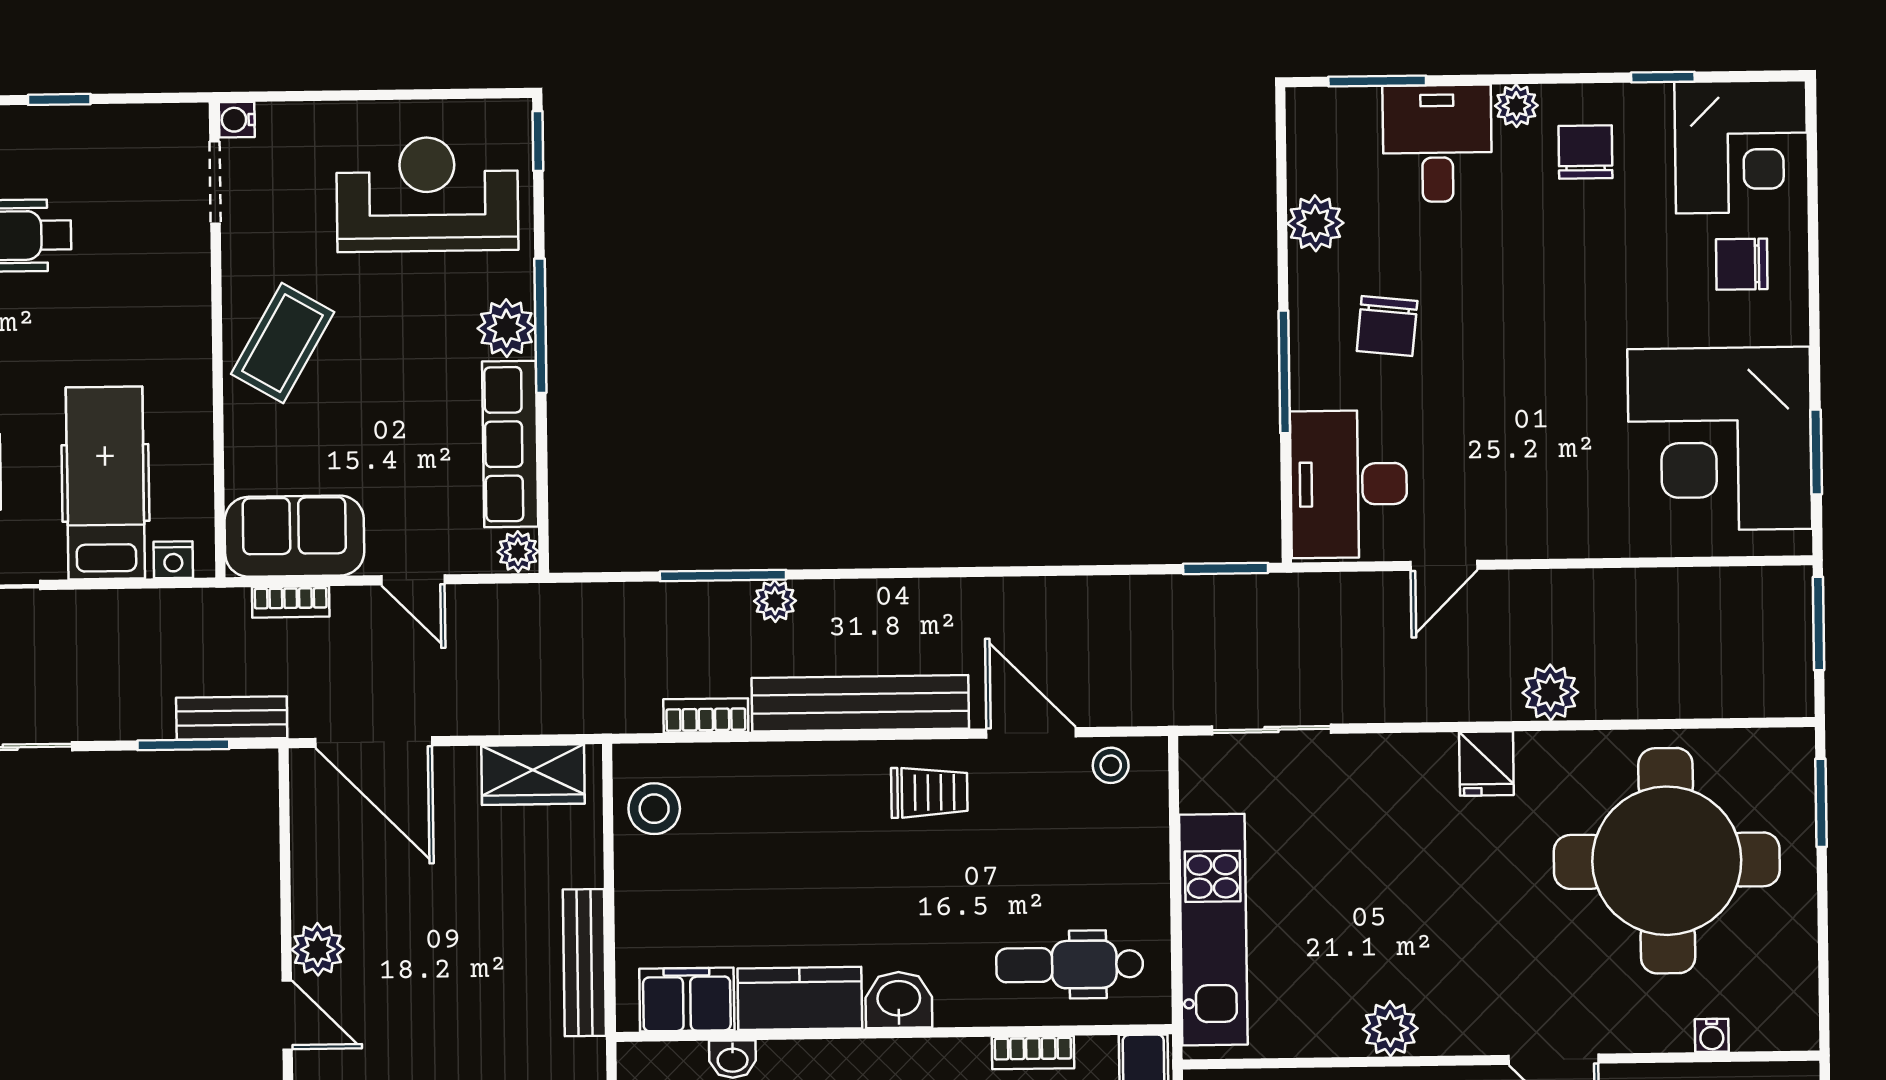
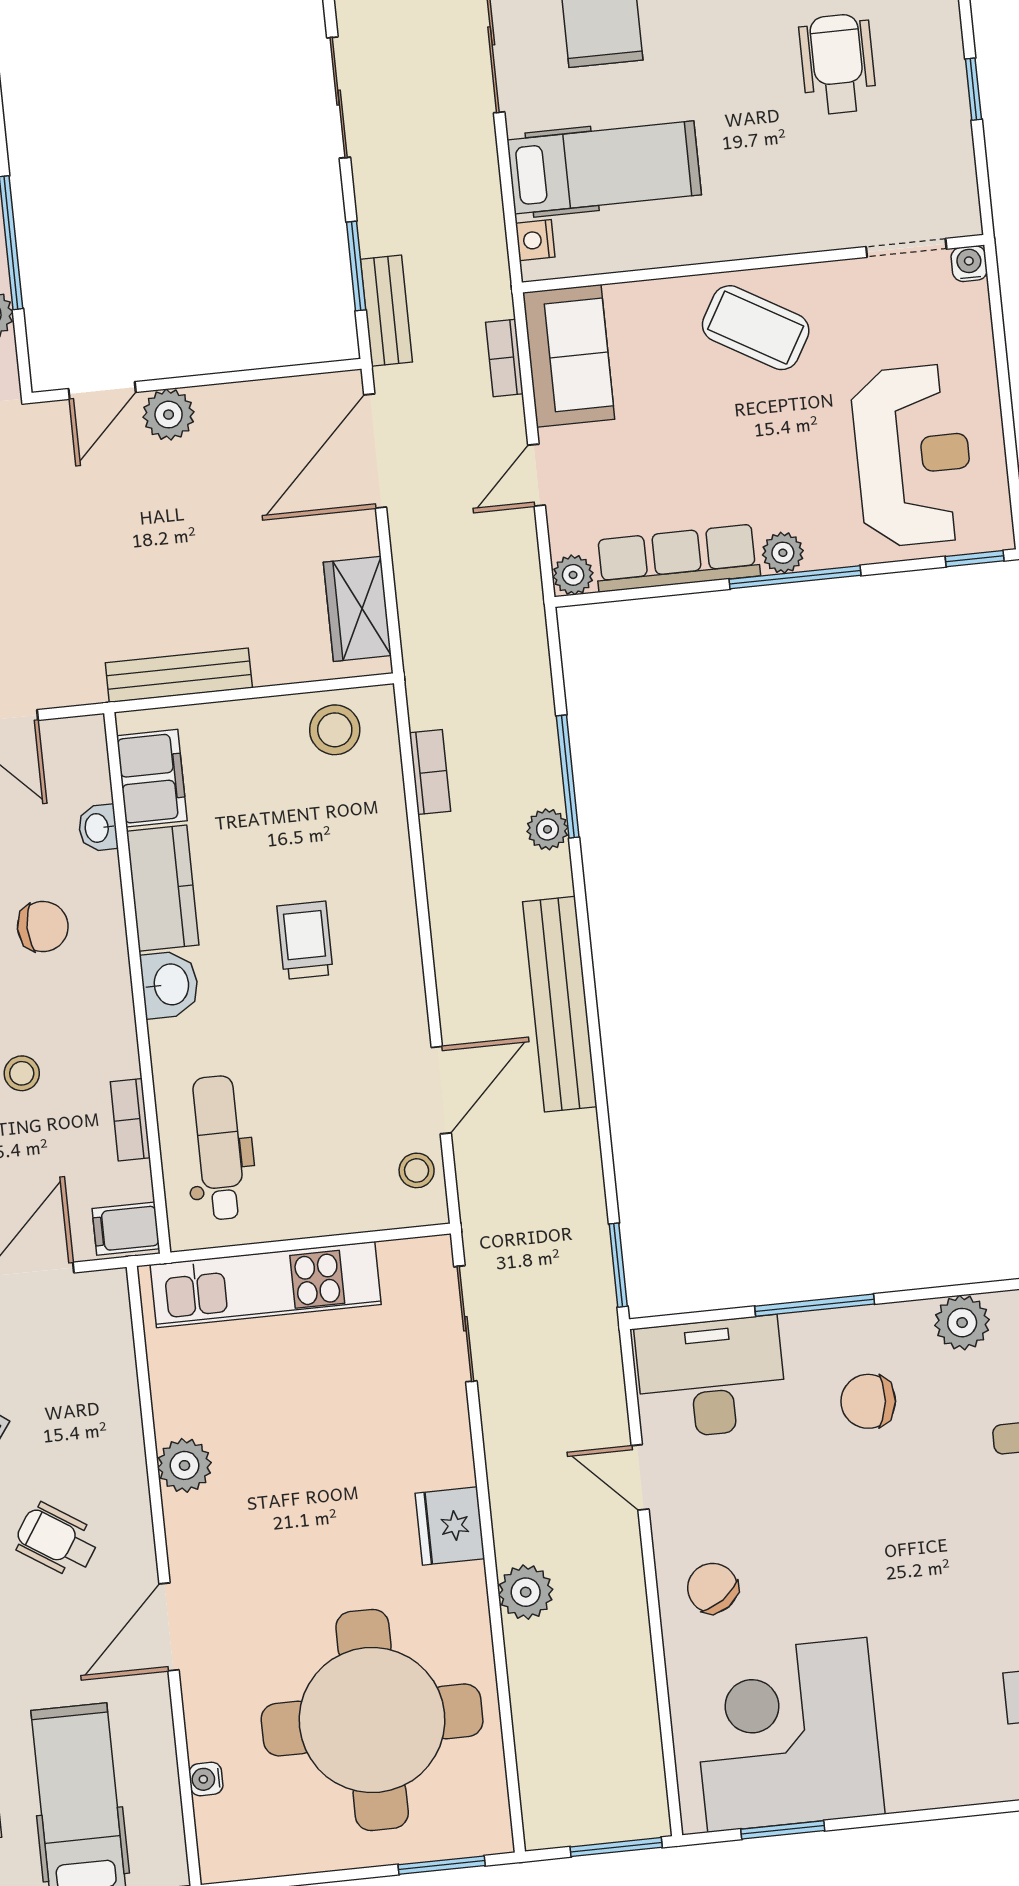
chair: (1742, 264) -> (713, 1588), moved, turned -35
plant: (506, 328) -> (783, 553), width x0.73, depth x0.73
bench: (860, 703) -> (560, 1004), moved
fridge: (1486, 764) -> (450, 1526), width x1.38
trolley: (929, 792) -> (305, 940), moved, turned 180

